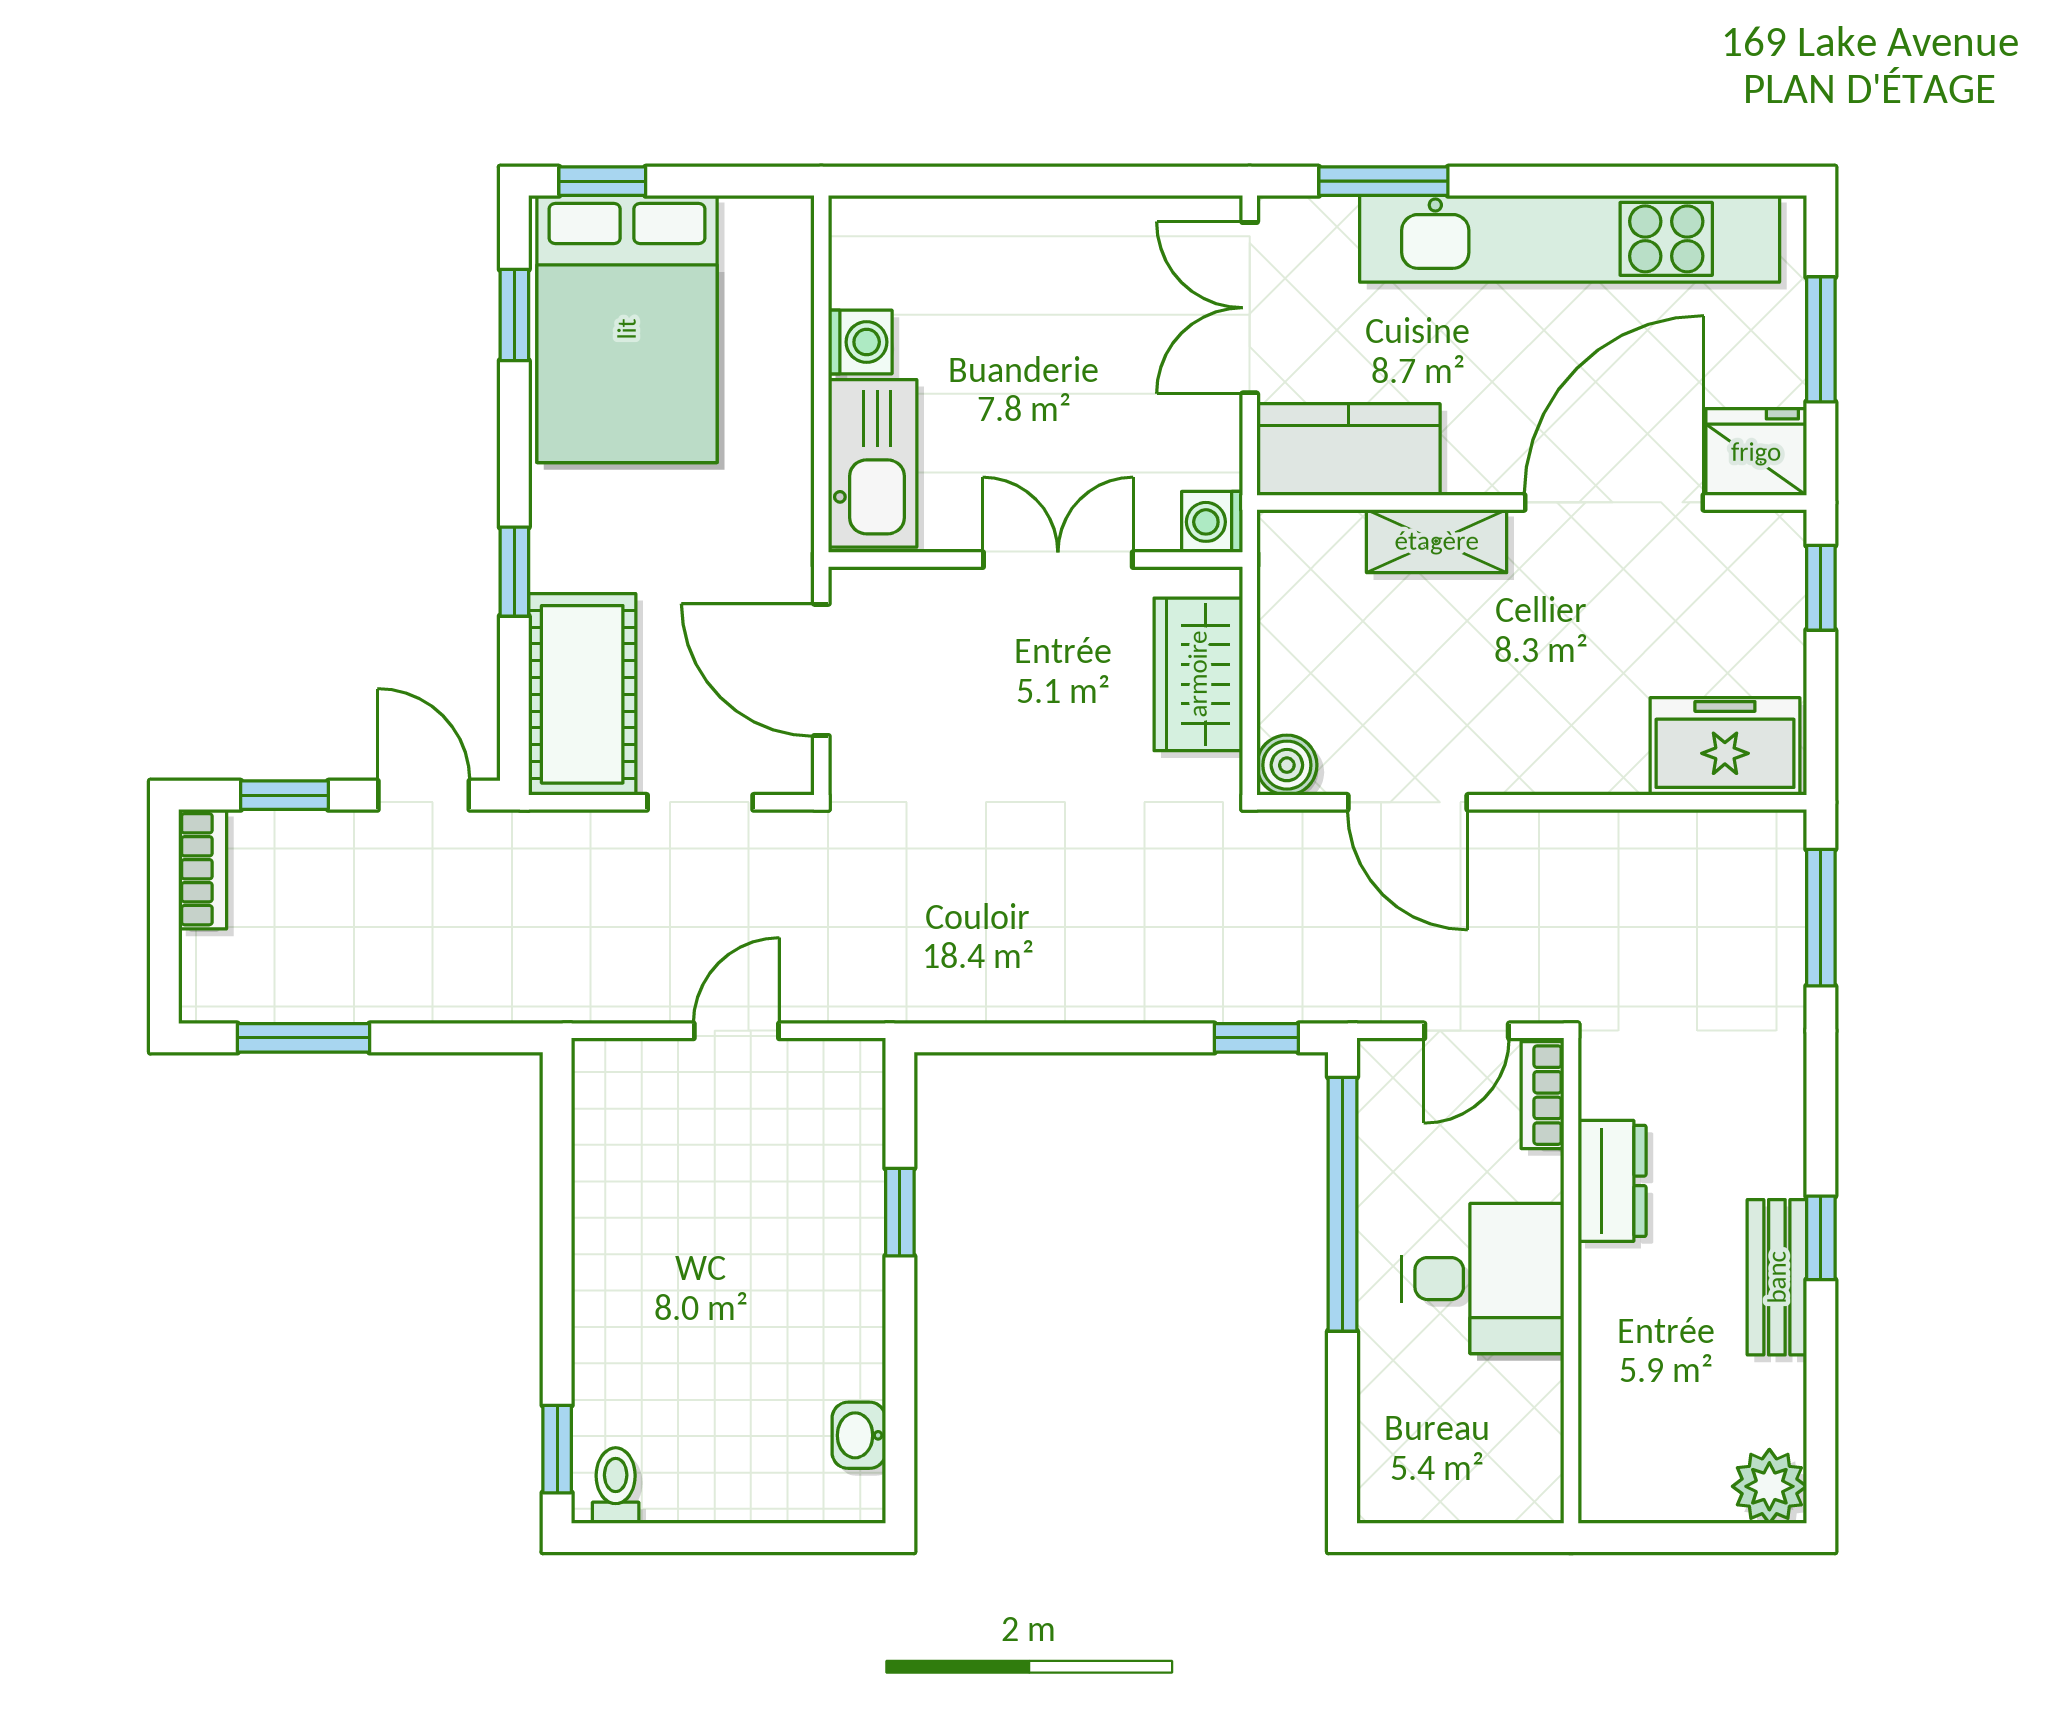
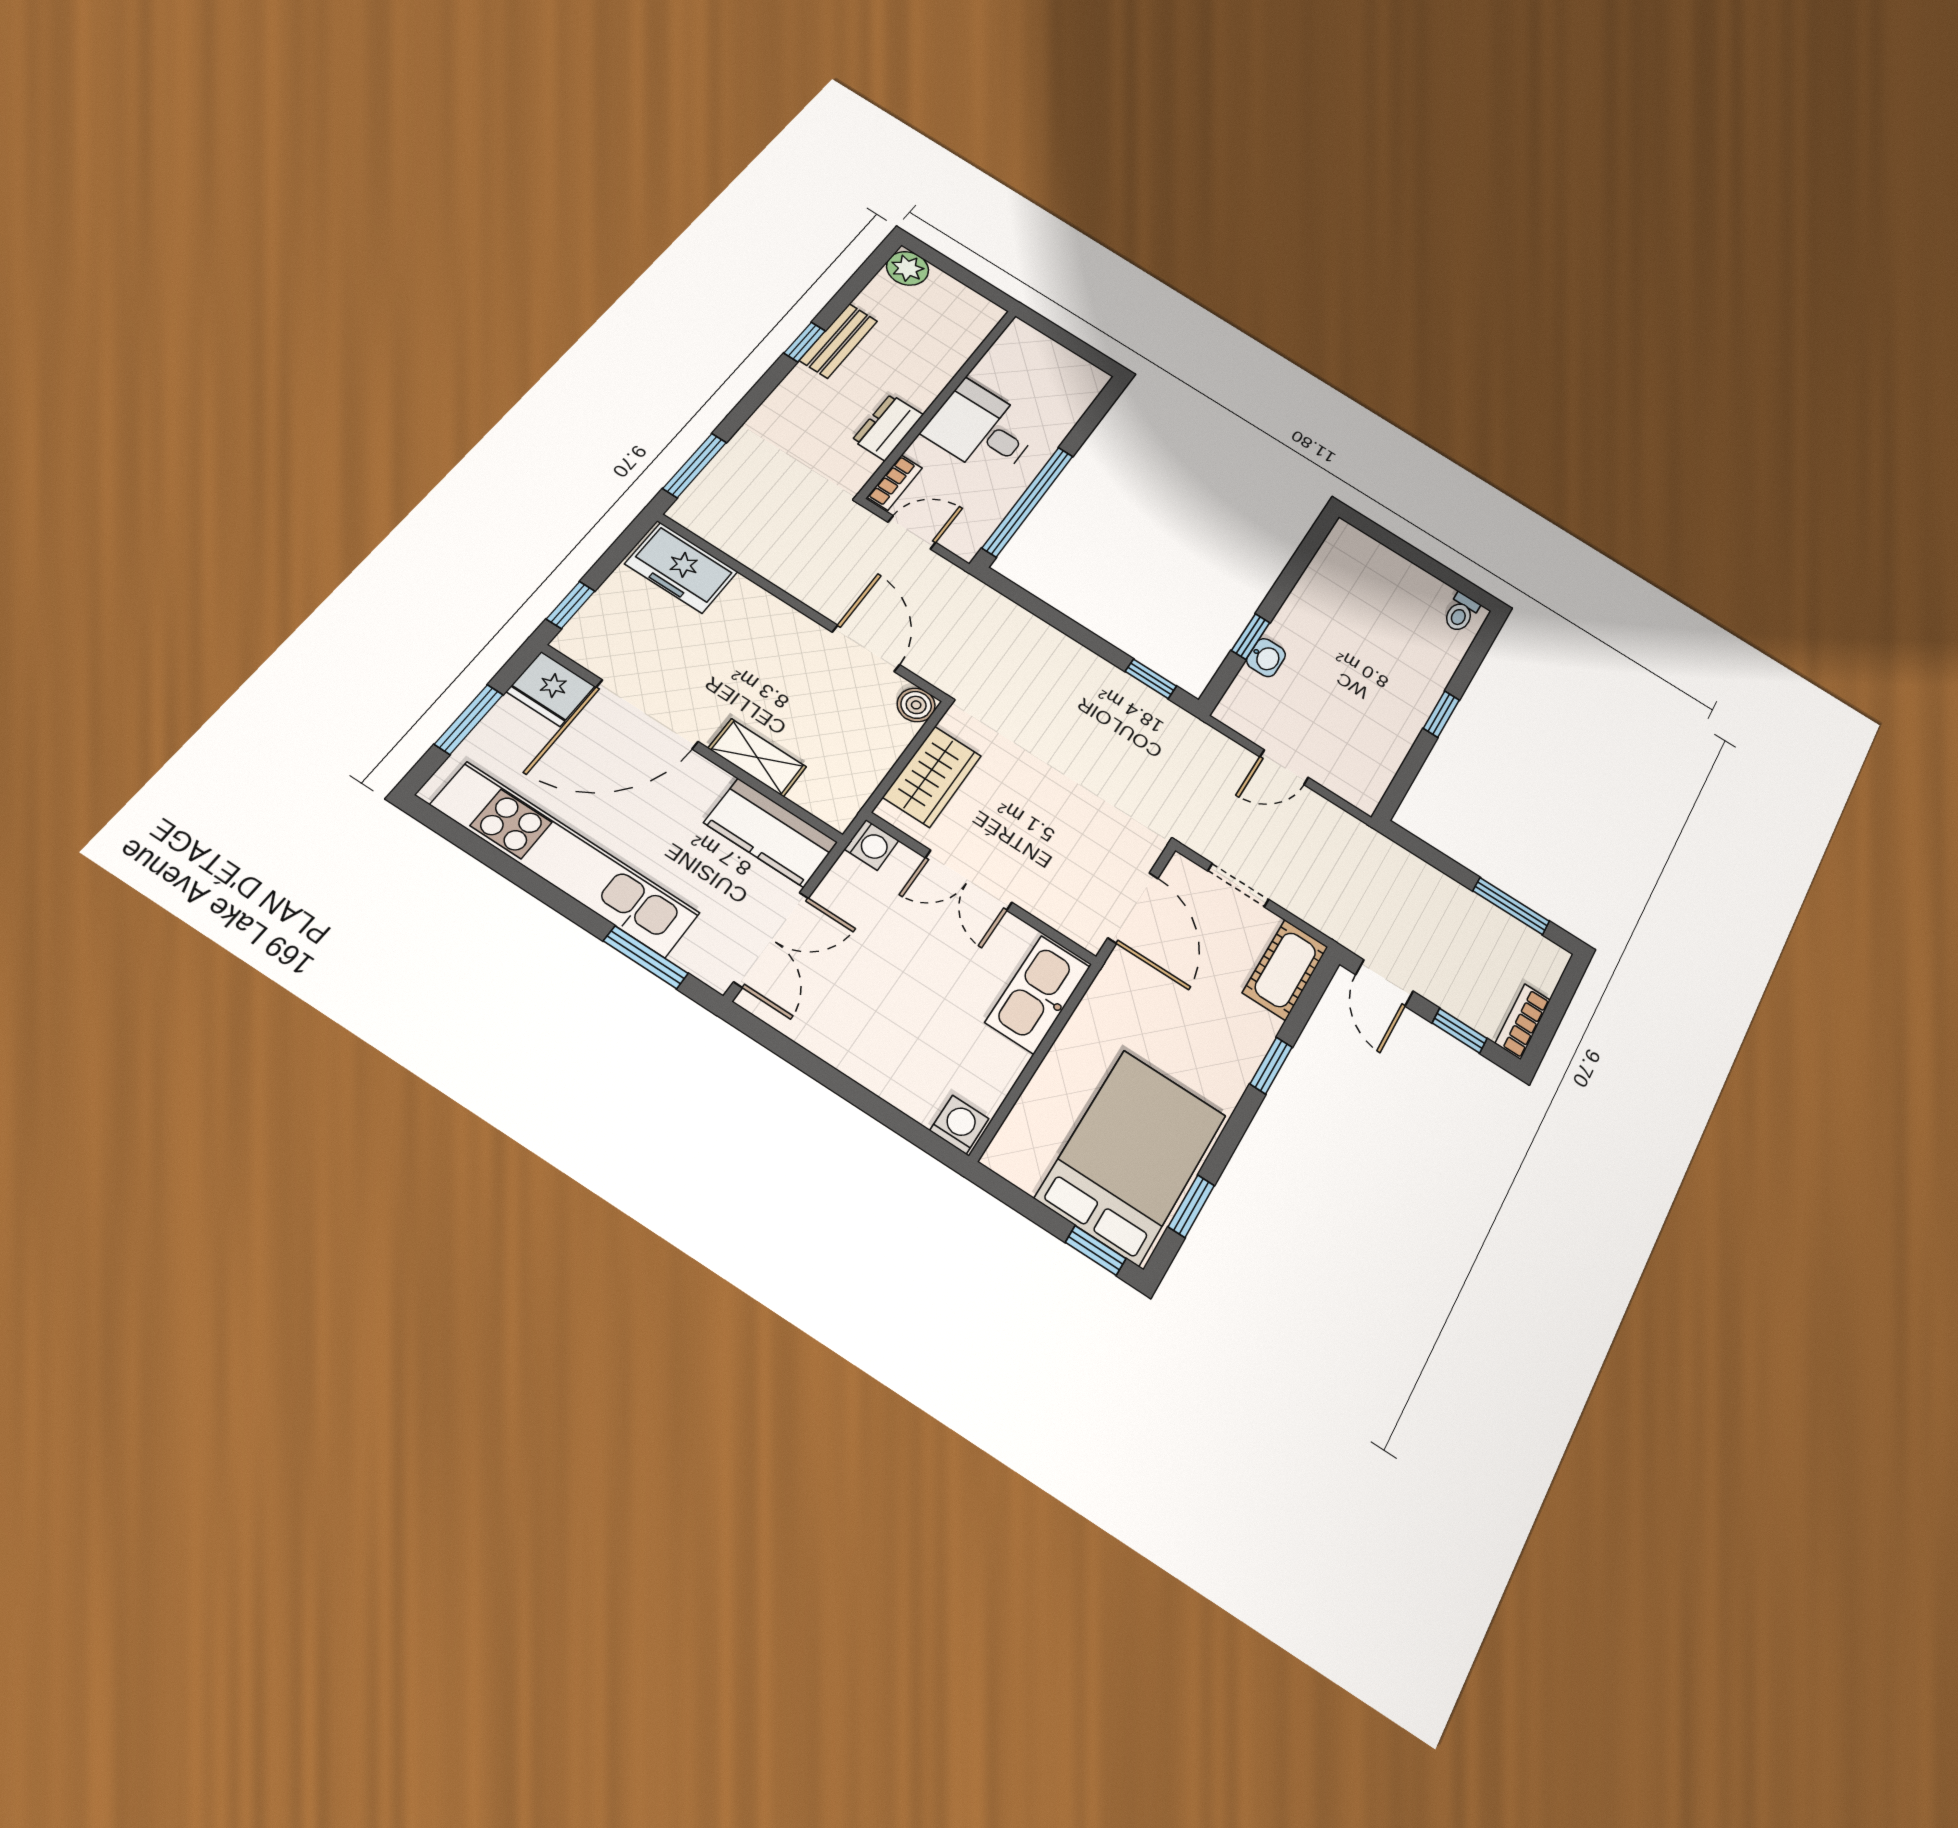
washing machine: (860, 342) -> (959, 1125), moved, turned 90
cot: (582, 694) -> (1285, 970), width x0.73, depth x0.75
window: (1256, 1038) -> (1151, 679), moved
washbasin: (859, 1435) -> (1266, 658), moved
window: (557, 1449) -> (1441, 714), moved

